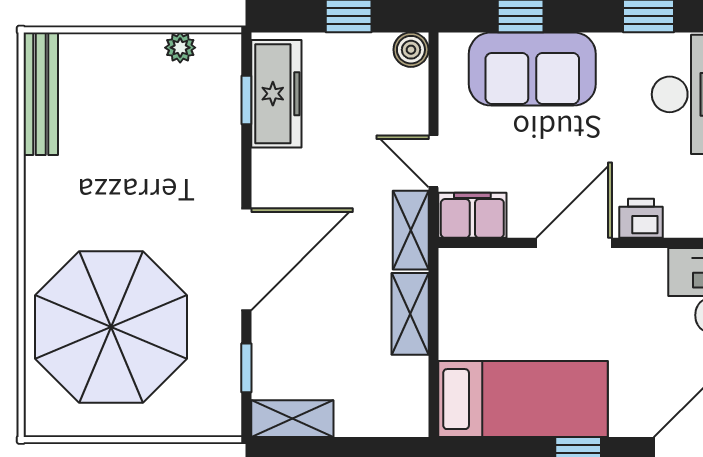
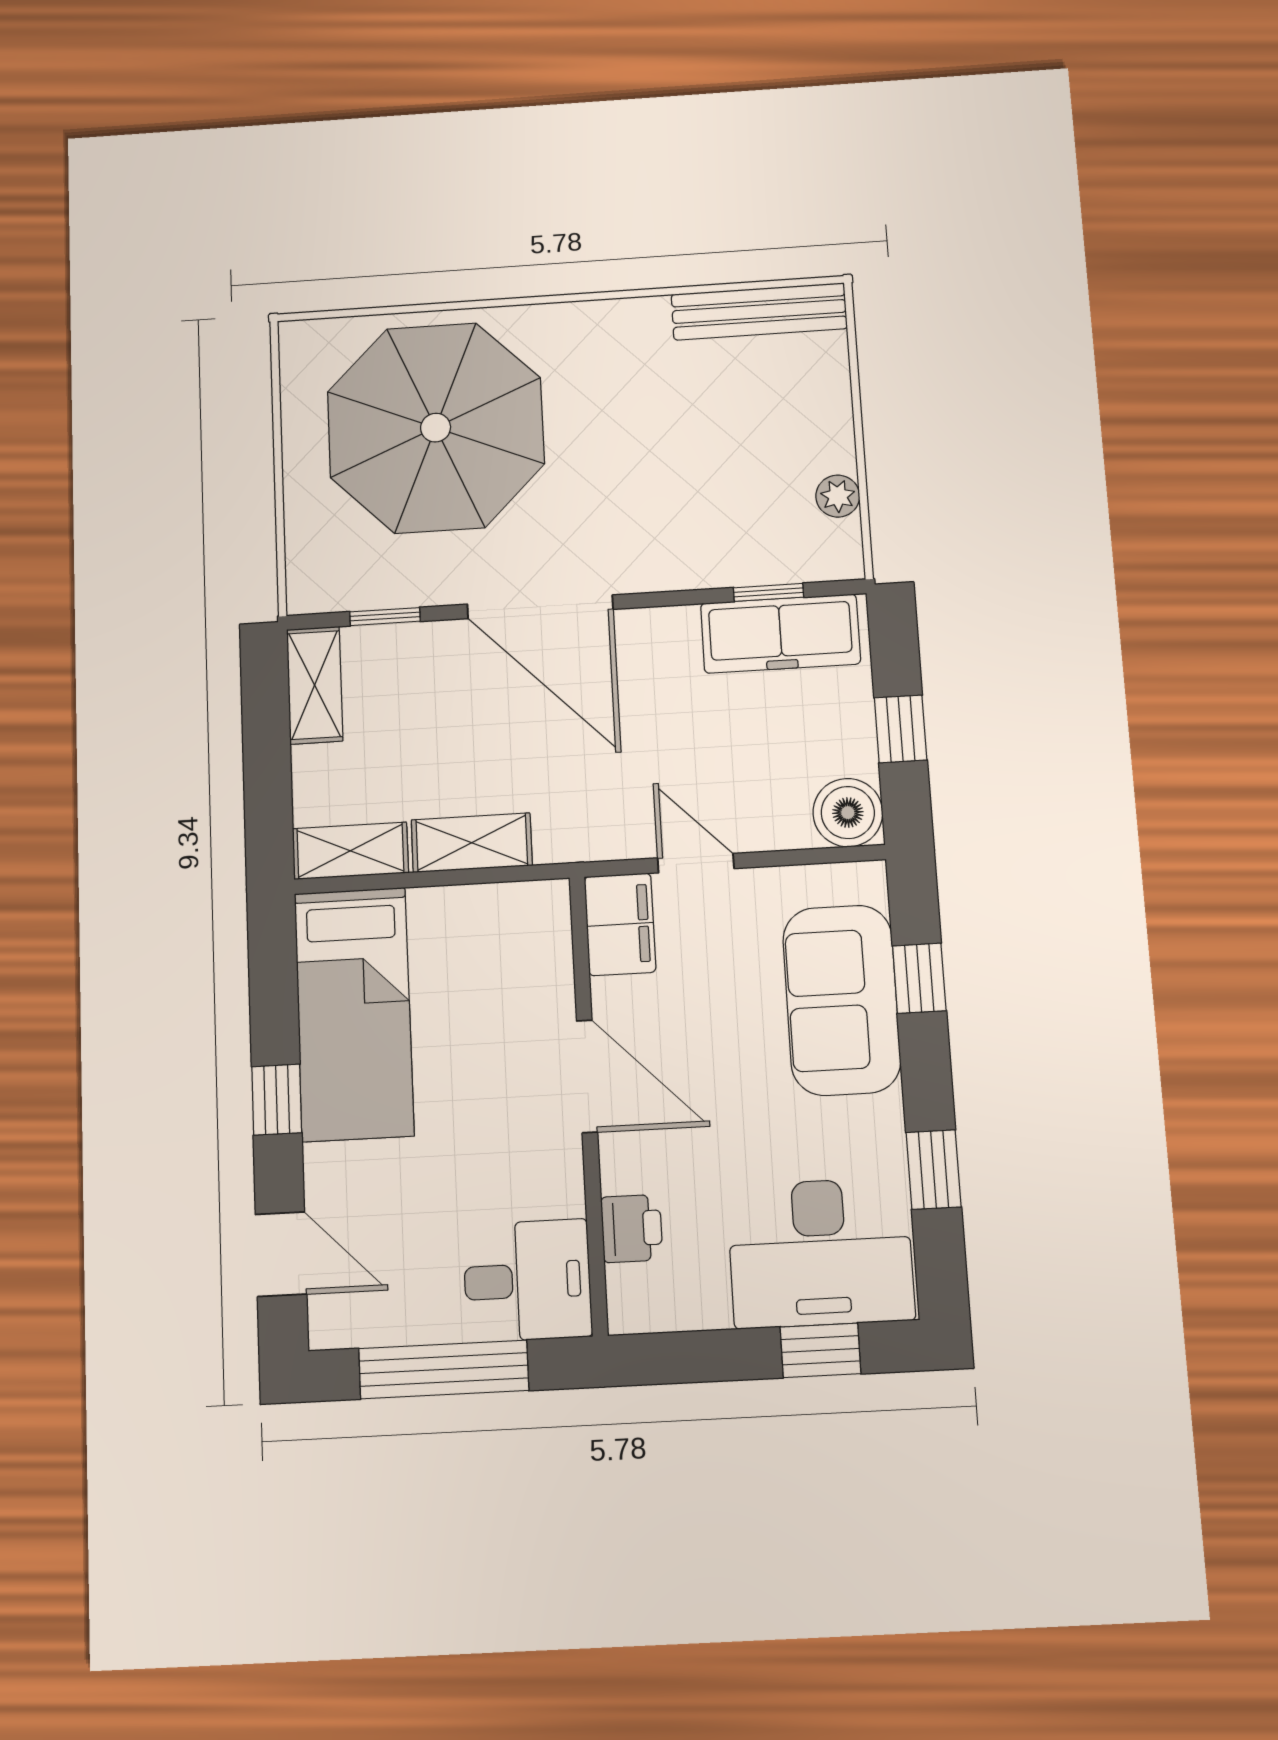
boiler: (411, 50) -> (848, 813), width x1.36, depth x1.36
door: (433, 161) -> (696, 863), hinge flipped
printer: (641, 218) -> (632, 1229), moved
shelving: (411, 230) -> (350, 851), moved

